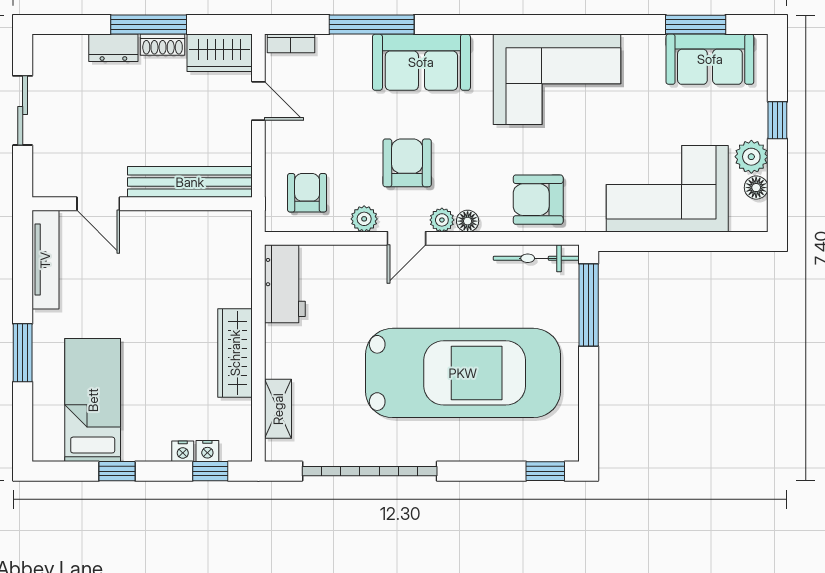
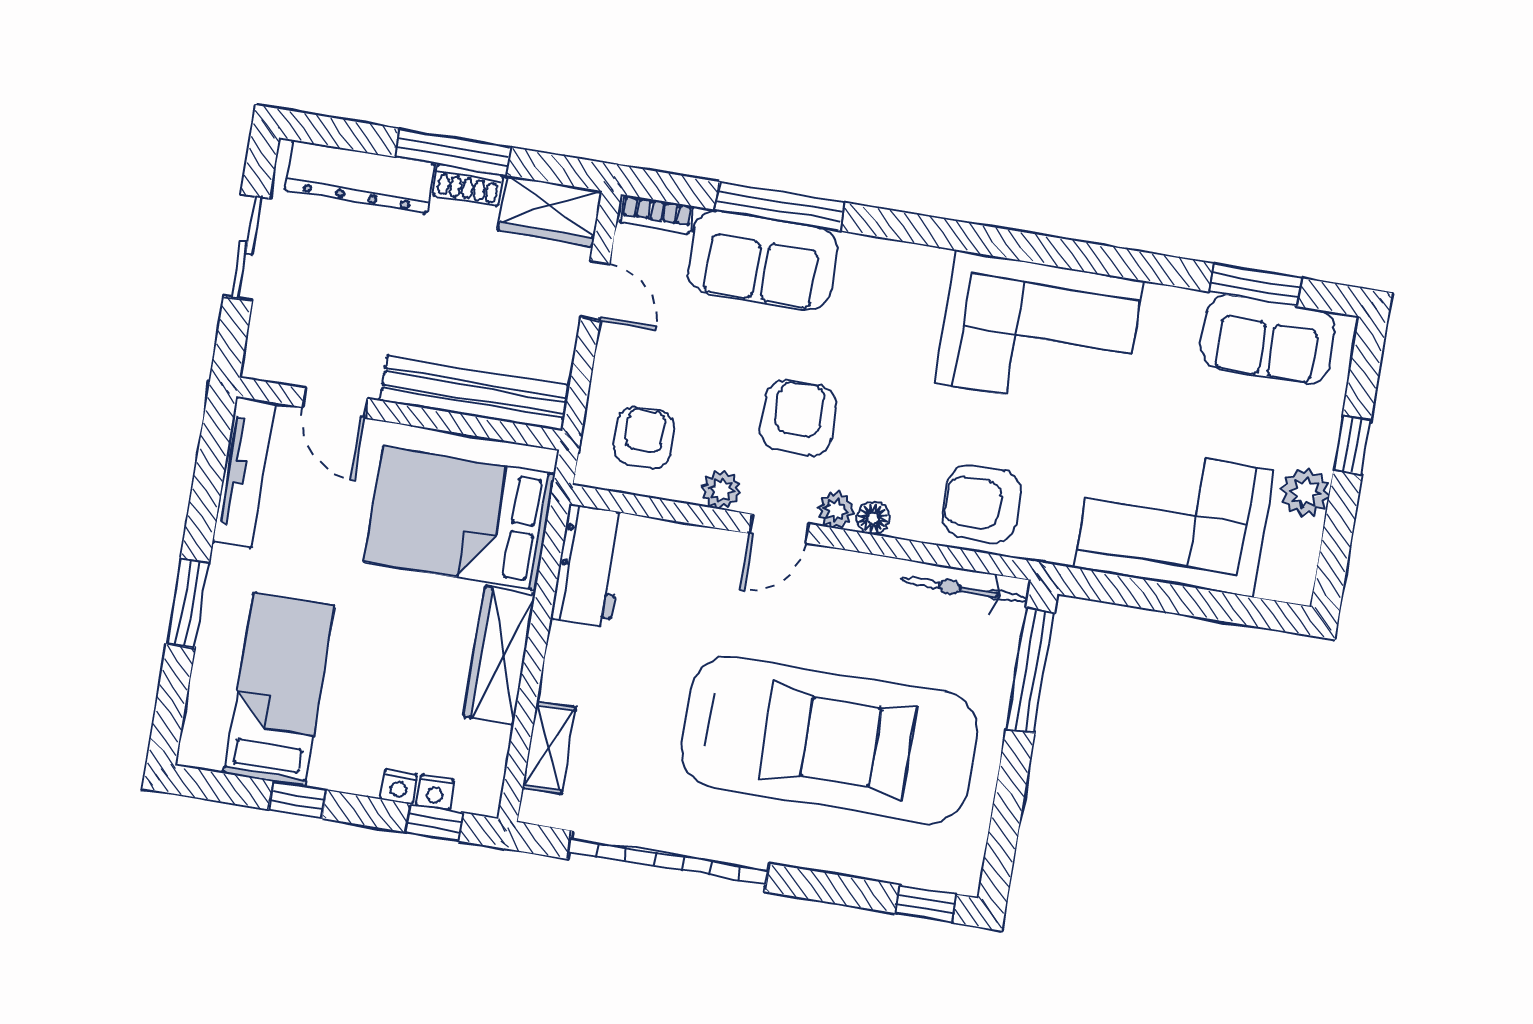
dresser: (113, 48) -> (360, 177), width x1.96, depth x1.24
sofa: (421, 62) -> (762, 260), moved
floor lamp: (756, 188) -> (1305, 539), removed
bed: (194, 267) -> (460, 518), added

